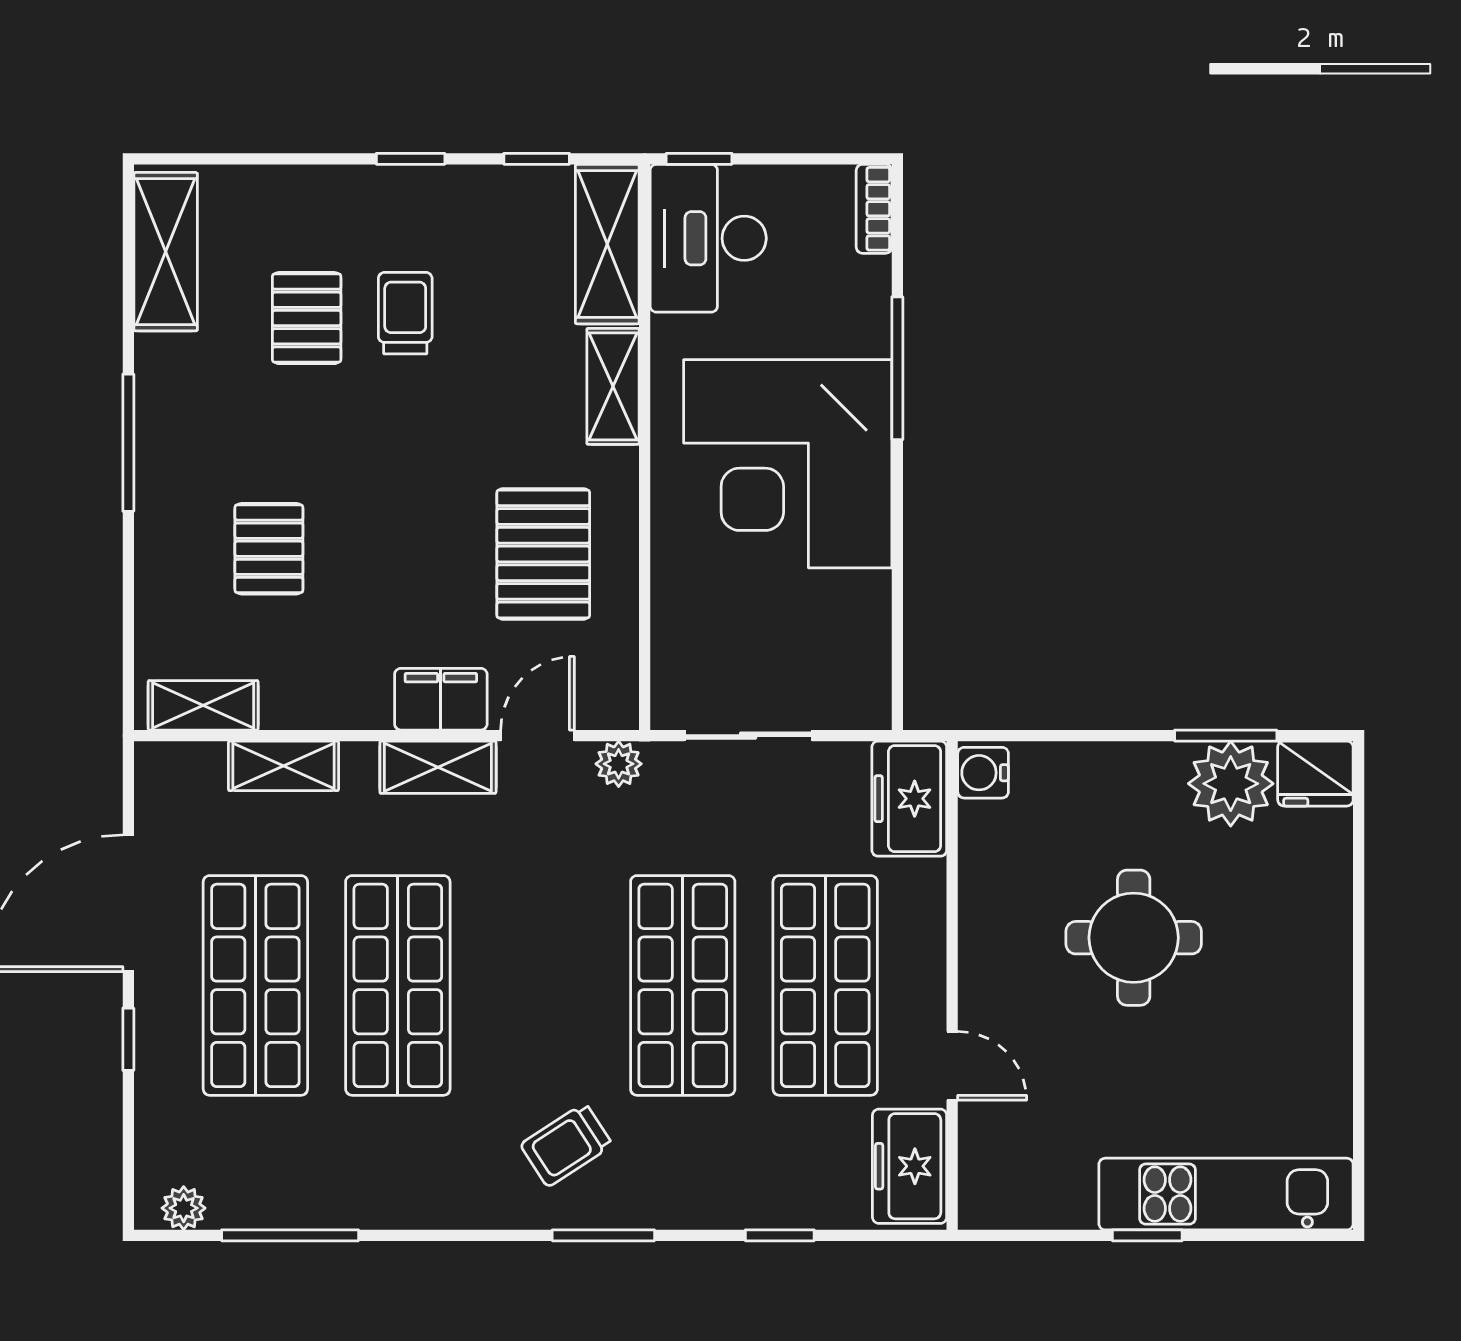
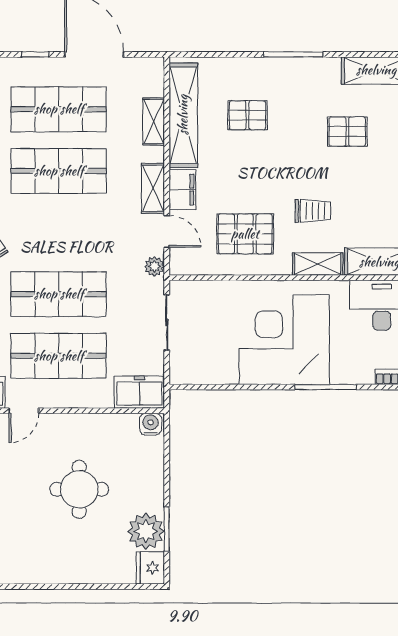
trolley: (405, 313) -> (313, 211), moved
shelving: (203, 705) -> (183, 115), width x2.20, depth x1.33

